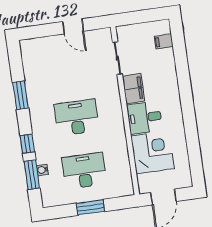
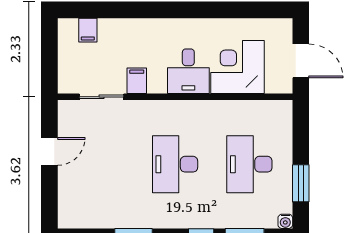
filing cabinet: (133, 89) -> (137, 81), width x0.50
water cooler: (42, 170) -> (285, 221), moved
window: (90, 207) -> (301, 183), moved

